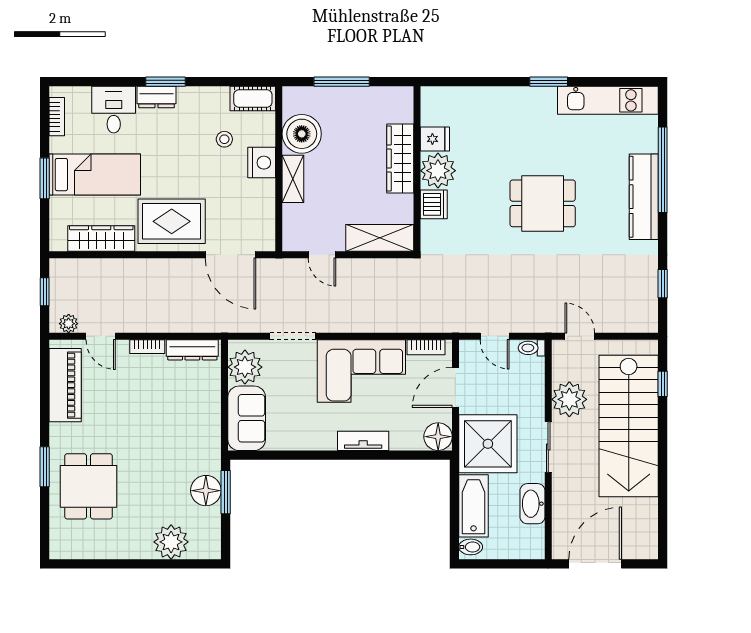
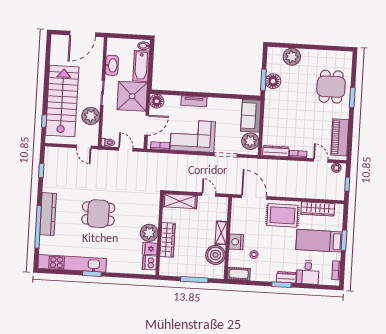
kitchen unit: (608, 100) -> (72, 263), width x1.36
dishwasher: (434, 204) -> (150, 263), moved

